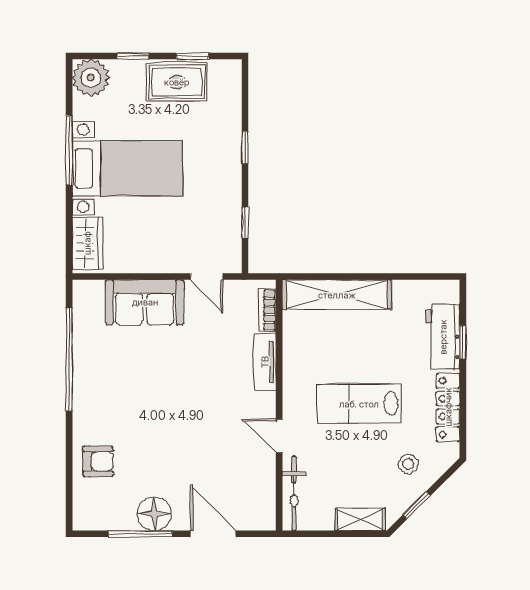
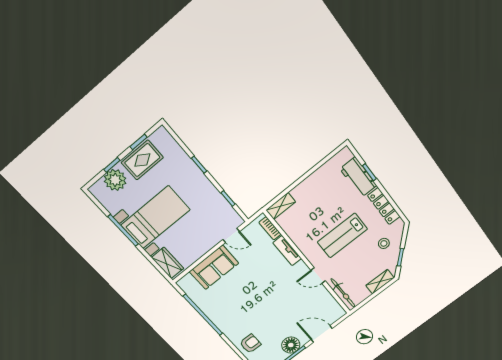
plant: (91, 78) -> (115, 180), moved
shelving: (337, 295) -> (281, 206), width x0.45, depth x0.75

